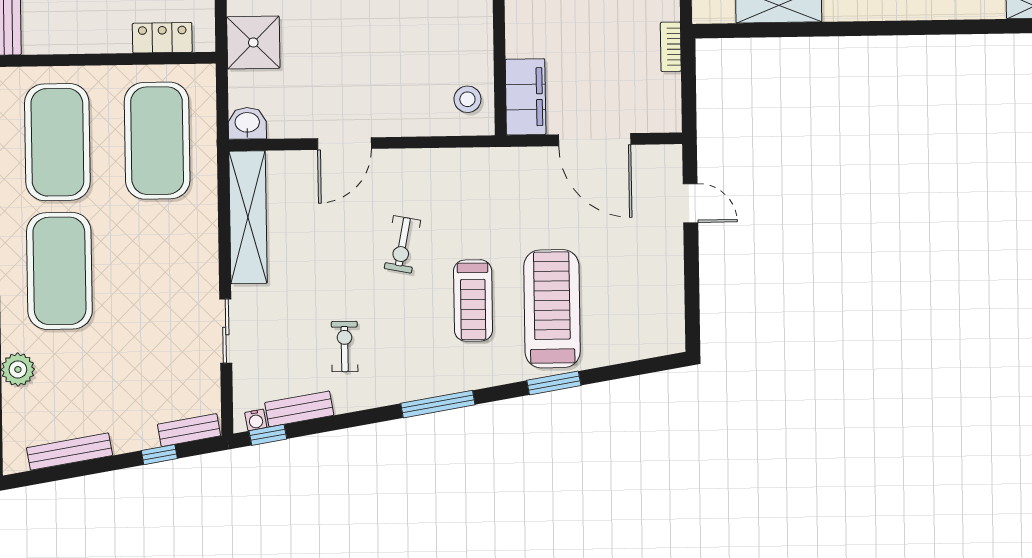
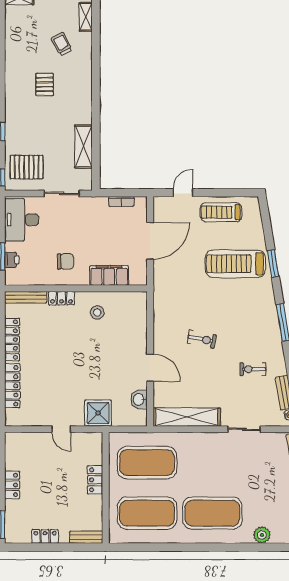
locker: (162, 38) -> (95, 480), moved
bookcase: (671, 47) -> (121, 201), moved
filing cabinet: (526, 97) -> (109, 275), moved
stool: (467, 99) -> (97, 312), moved
washbasin: (247, 123) -> (139, 399), moved
treadmill: (473, 300) -> (221, 212), moved, turned 180

